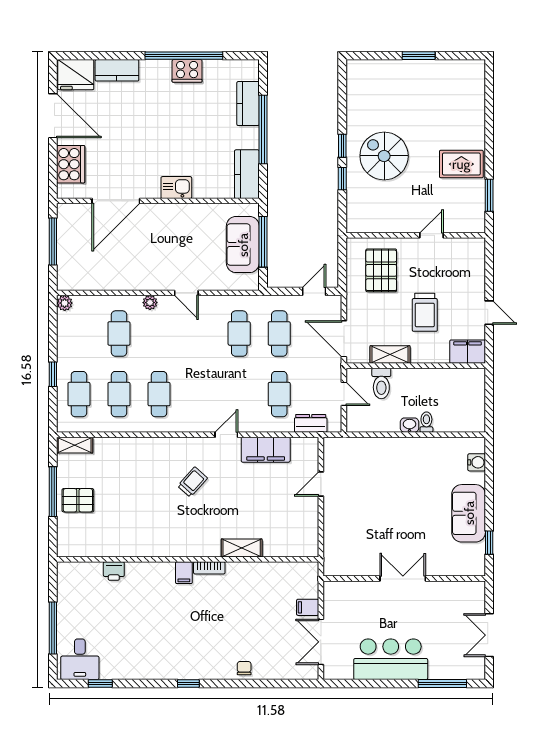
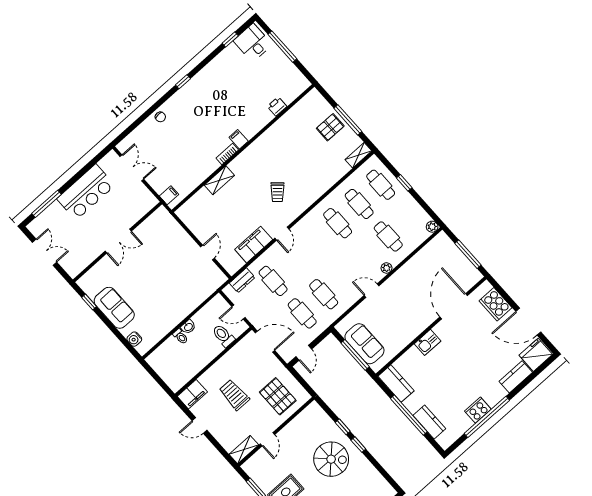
shelving: (390, 355) -> (244, 450), moved
filing cabinet: (308, 607) -> (169, 195), moved

